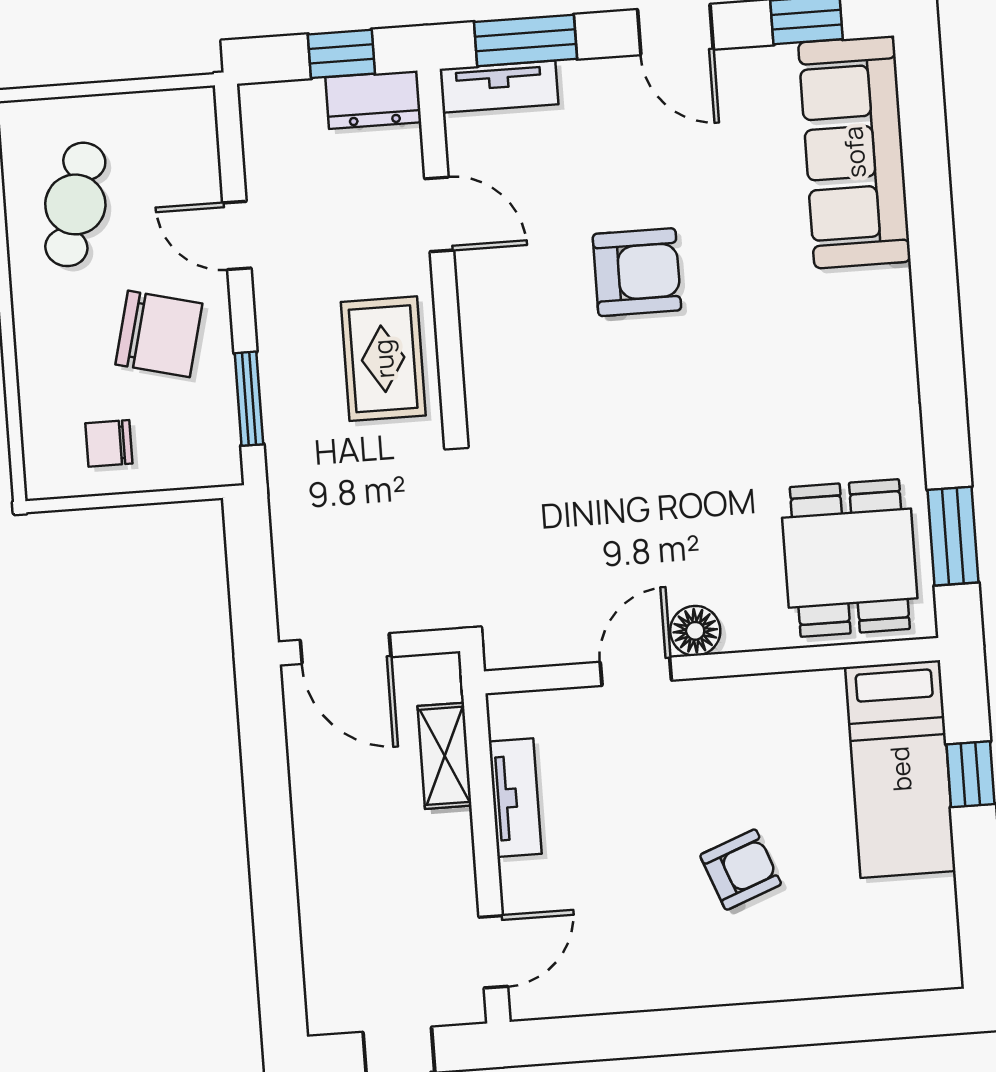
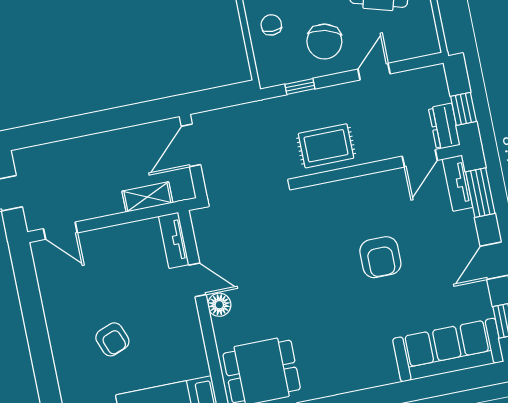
door: (439, 214) -> (420, 158), moved
window: (249, 399) -> (300, 87), width x0.67
tv unit: (515, 798) -> (174, 240), moved, turned 90

